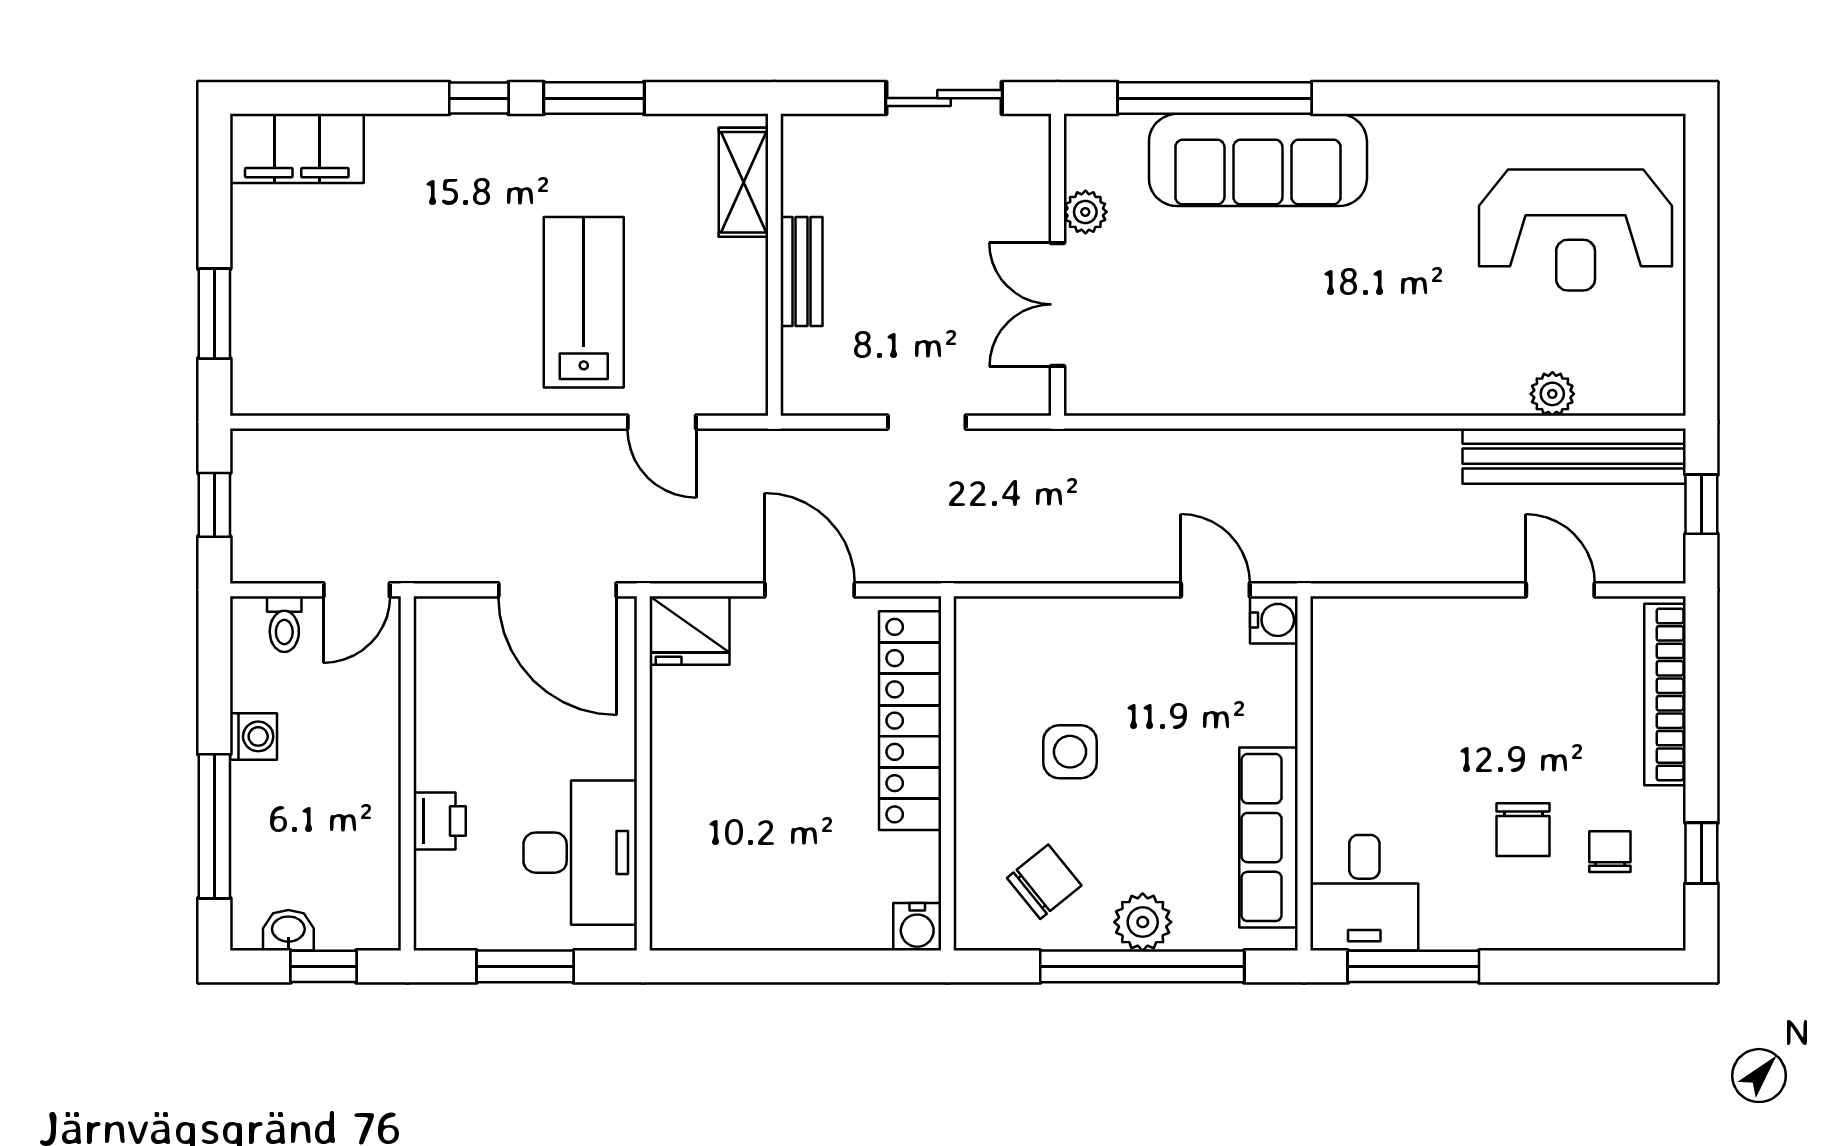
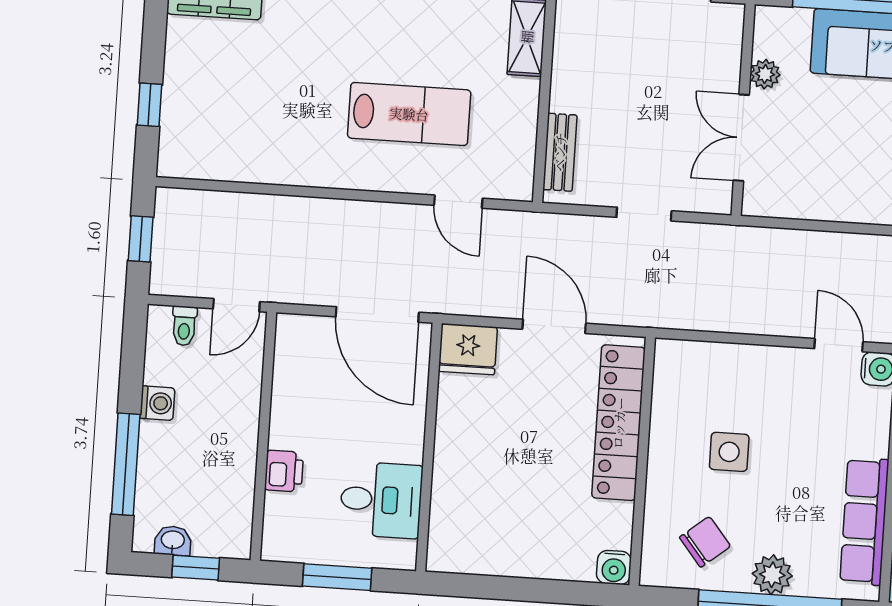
bench: (802, 272) -> (560, 152), moved
lab bench: (584, 302) -> (409, 114), turned 90
window: (214, 314) -> (150, 105), width x0.67
desk: (580, 853) -> (381, 500), width x0.73

